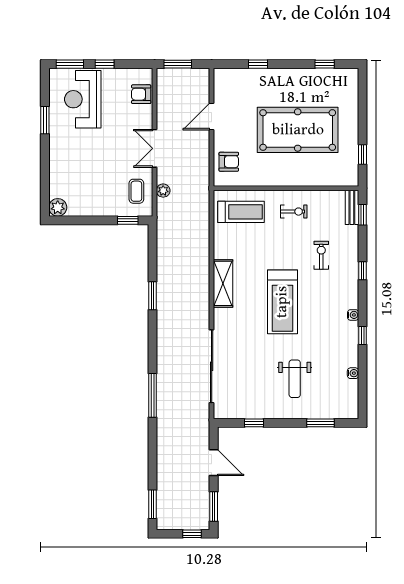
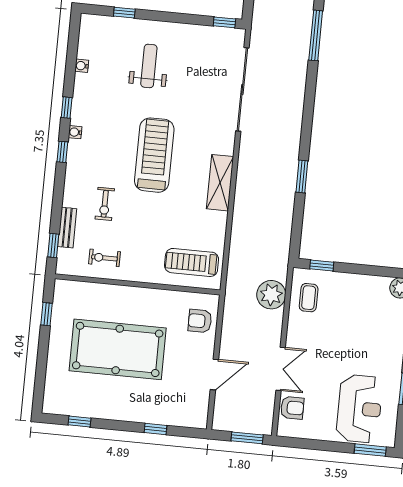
window: (105, 64) -> (331, 446), removed
double door: (155, 148) -> (281, 369), moved
plant: (163, 191) -> (271, 295), width x1.88, depth x1.88
bench: (352, 207) -> (67, 228), moved
exercise bike: (294, 212) -> (104, 258), moved
window: (362, 271) -> (62, 152), moved
window: (153, 395) -> (316, 35), moved
window: (254, 423) -> (224, 22), moved
window: (321, 423) -> (124, 13), width x0.67

